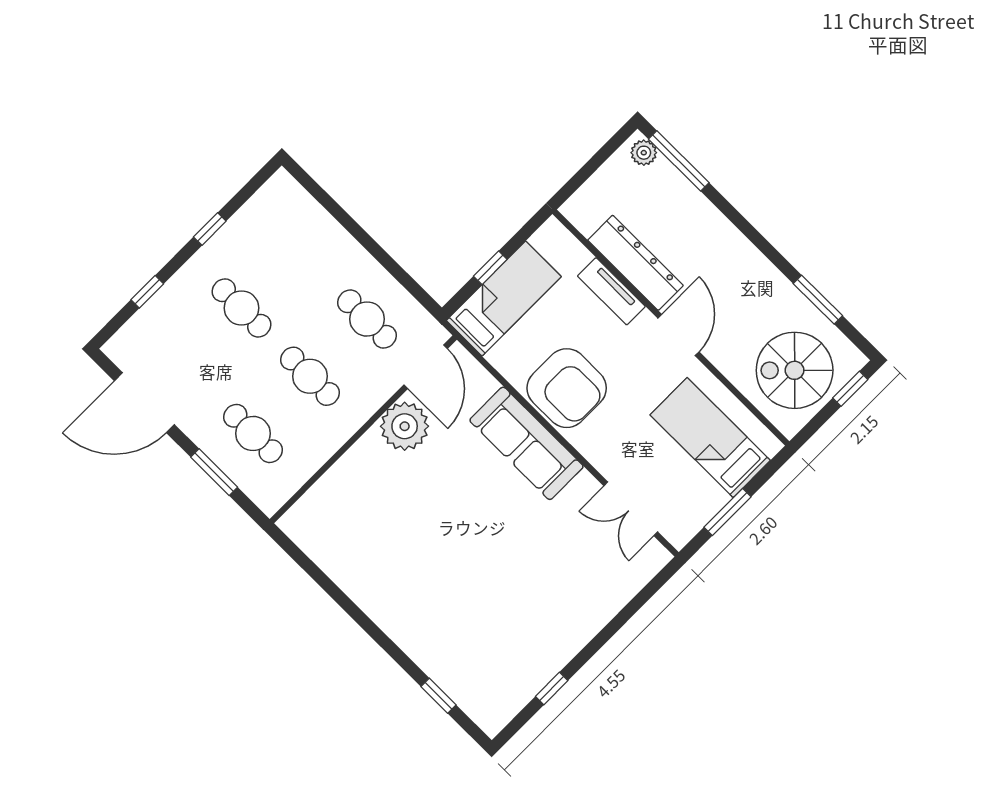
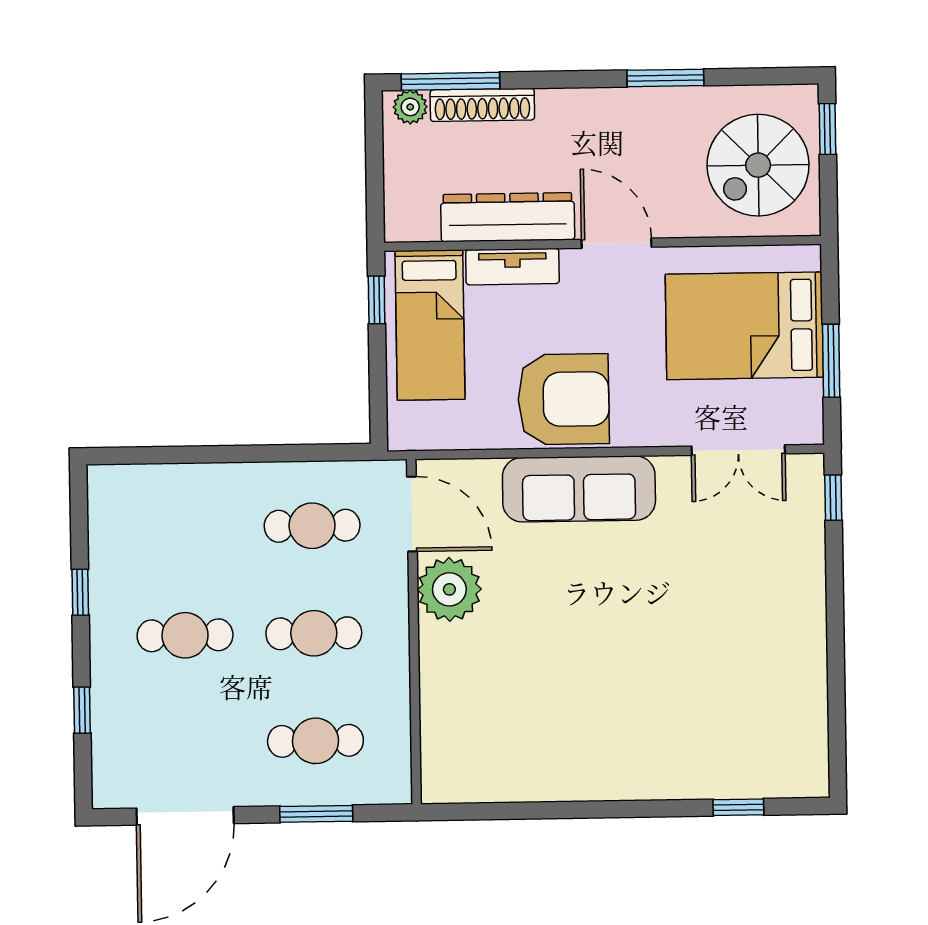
shoe rack: (683, 190) -> (482, 105), added
window: (490, 268) -> (377, 300), moved
bed: (504, 299) -> (430, 325), moved, turned 180
window: (818, 300) -> (665, 78), moved
bed: (710, 438) -> (744, 326), width x1.50
window: (552, 689) -> (833, 498), moved

